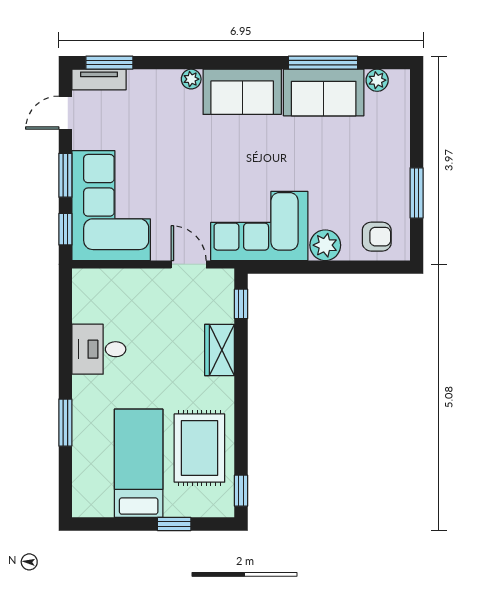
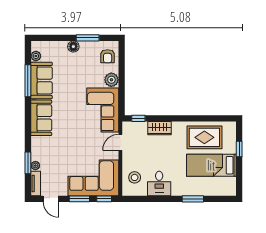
window: (109, 63) -> (28, 163), moved
plant: (191, 79) -> (35, 166), moved
floor lamp: (398, 162) -> (73, 47), added
armchair: (377, 237) -> (108, 56), turned 180
stool: (112, 296) -> (135, 177), added
window: (241, 491) -> (224, 118), removed

